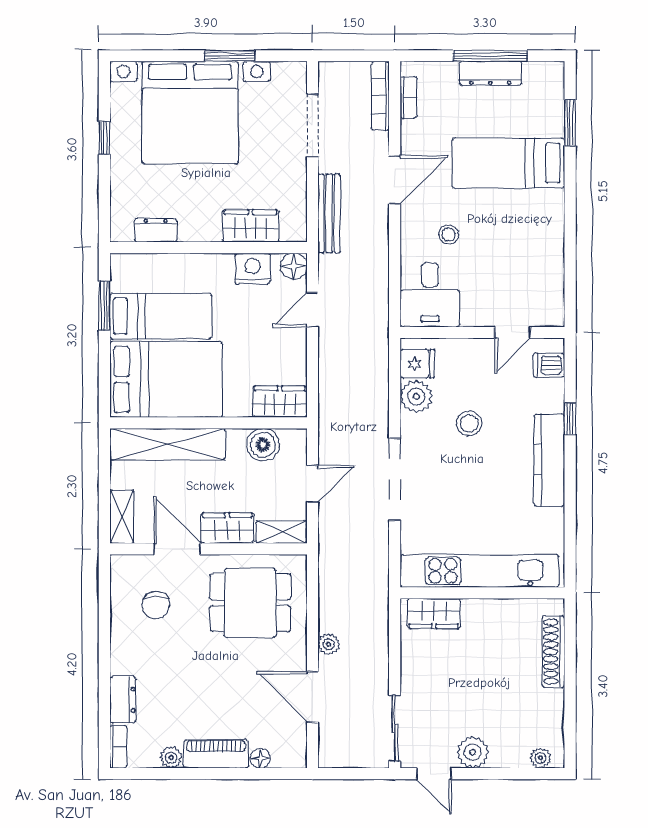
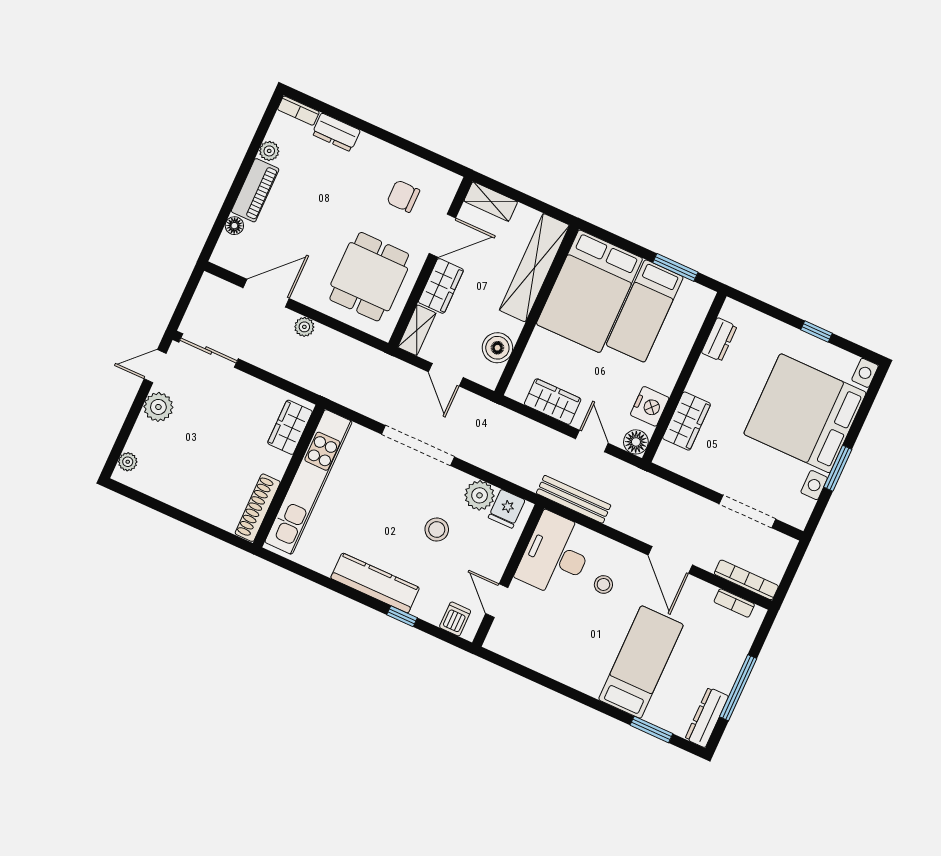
dresser: (490, 73) -> (707, 717), moved
bench: (329, 213) -> (574, 499), moved
desk: (430, 295) -> (556, 555), width x1.37
wardrobe: (280, 402) -> (553, 402), moved, turned -90
shoe rack: (553, 652) -> (258, 508), moved, turned -90

